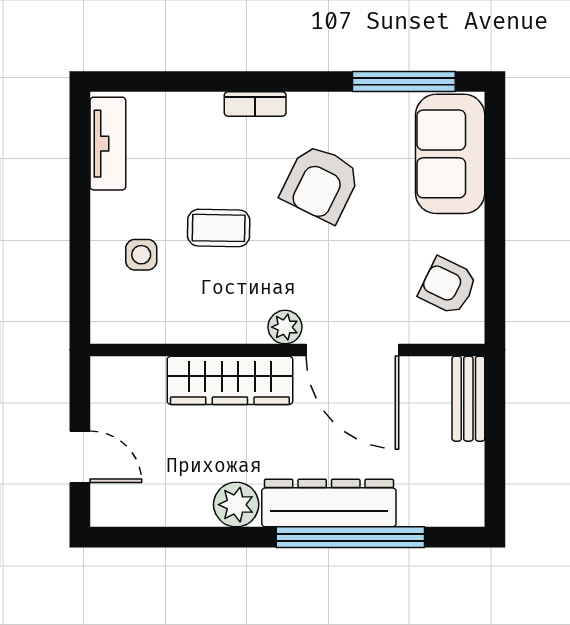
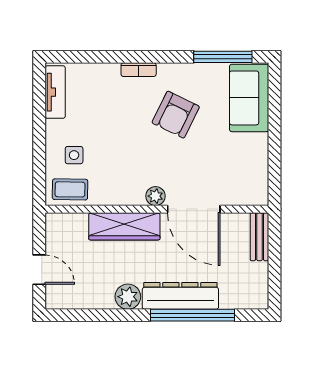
coffee table: (219, 228) -> (70, 189), moved
armchair: (448, 286) -> (248, 173), removed

